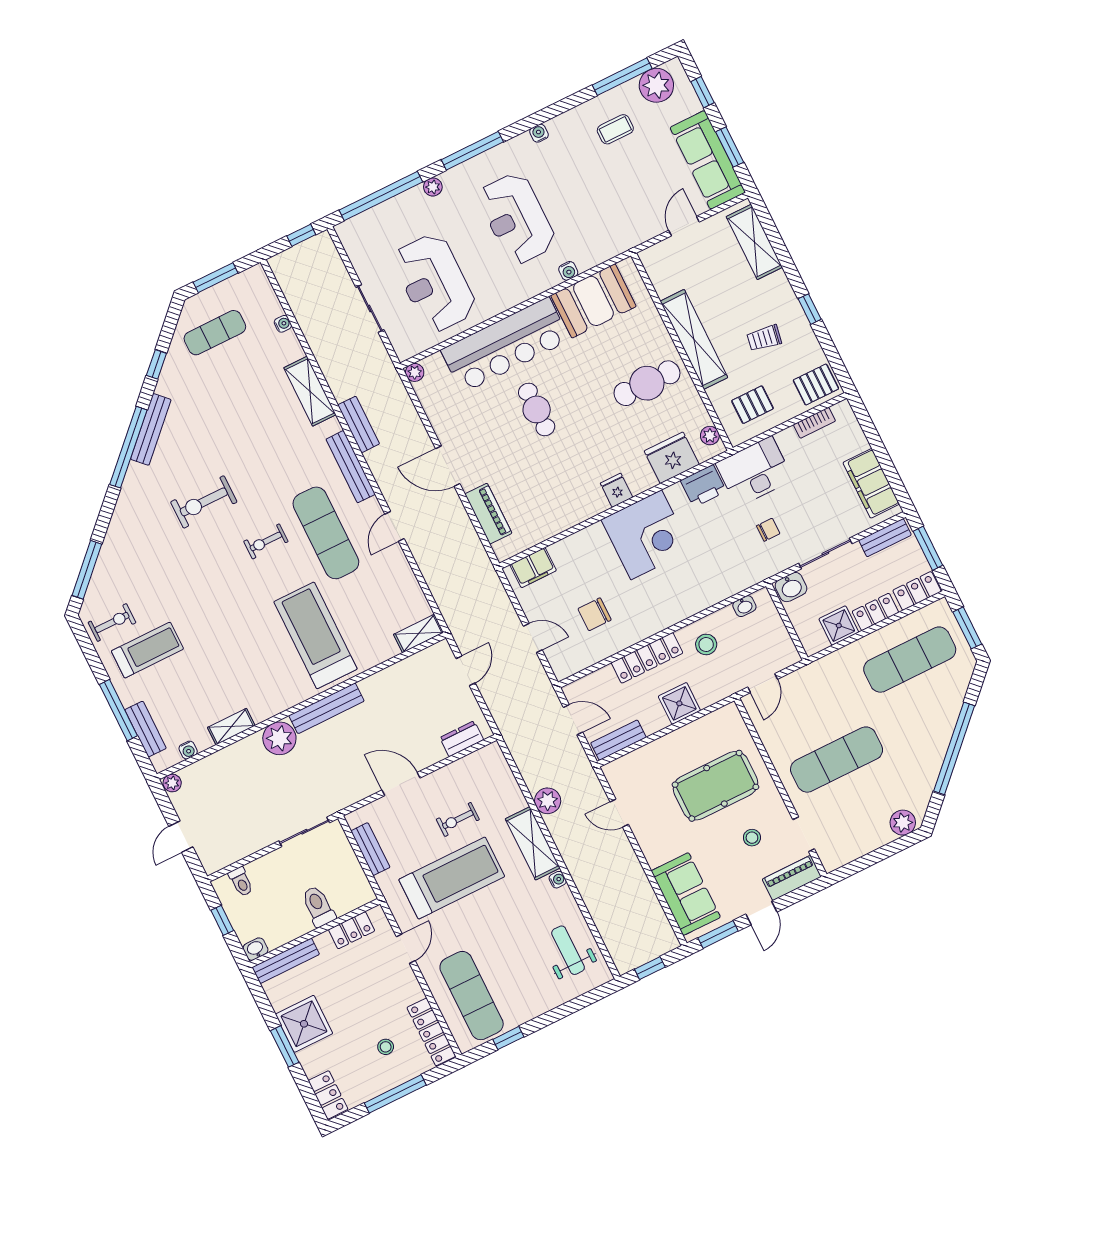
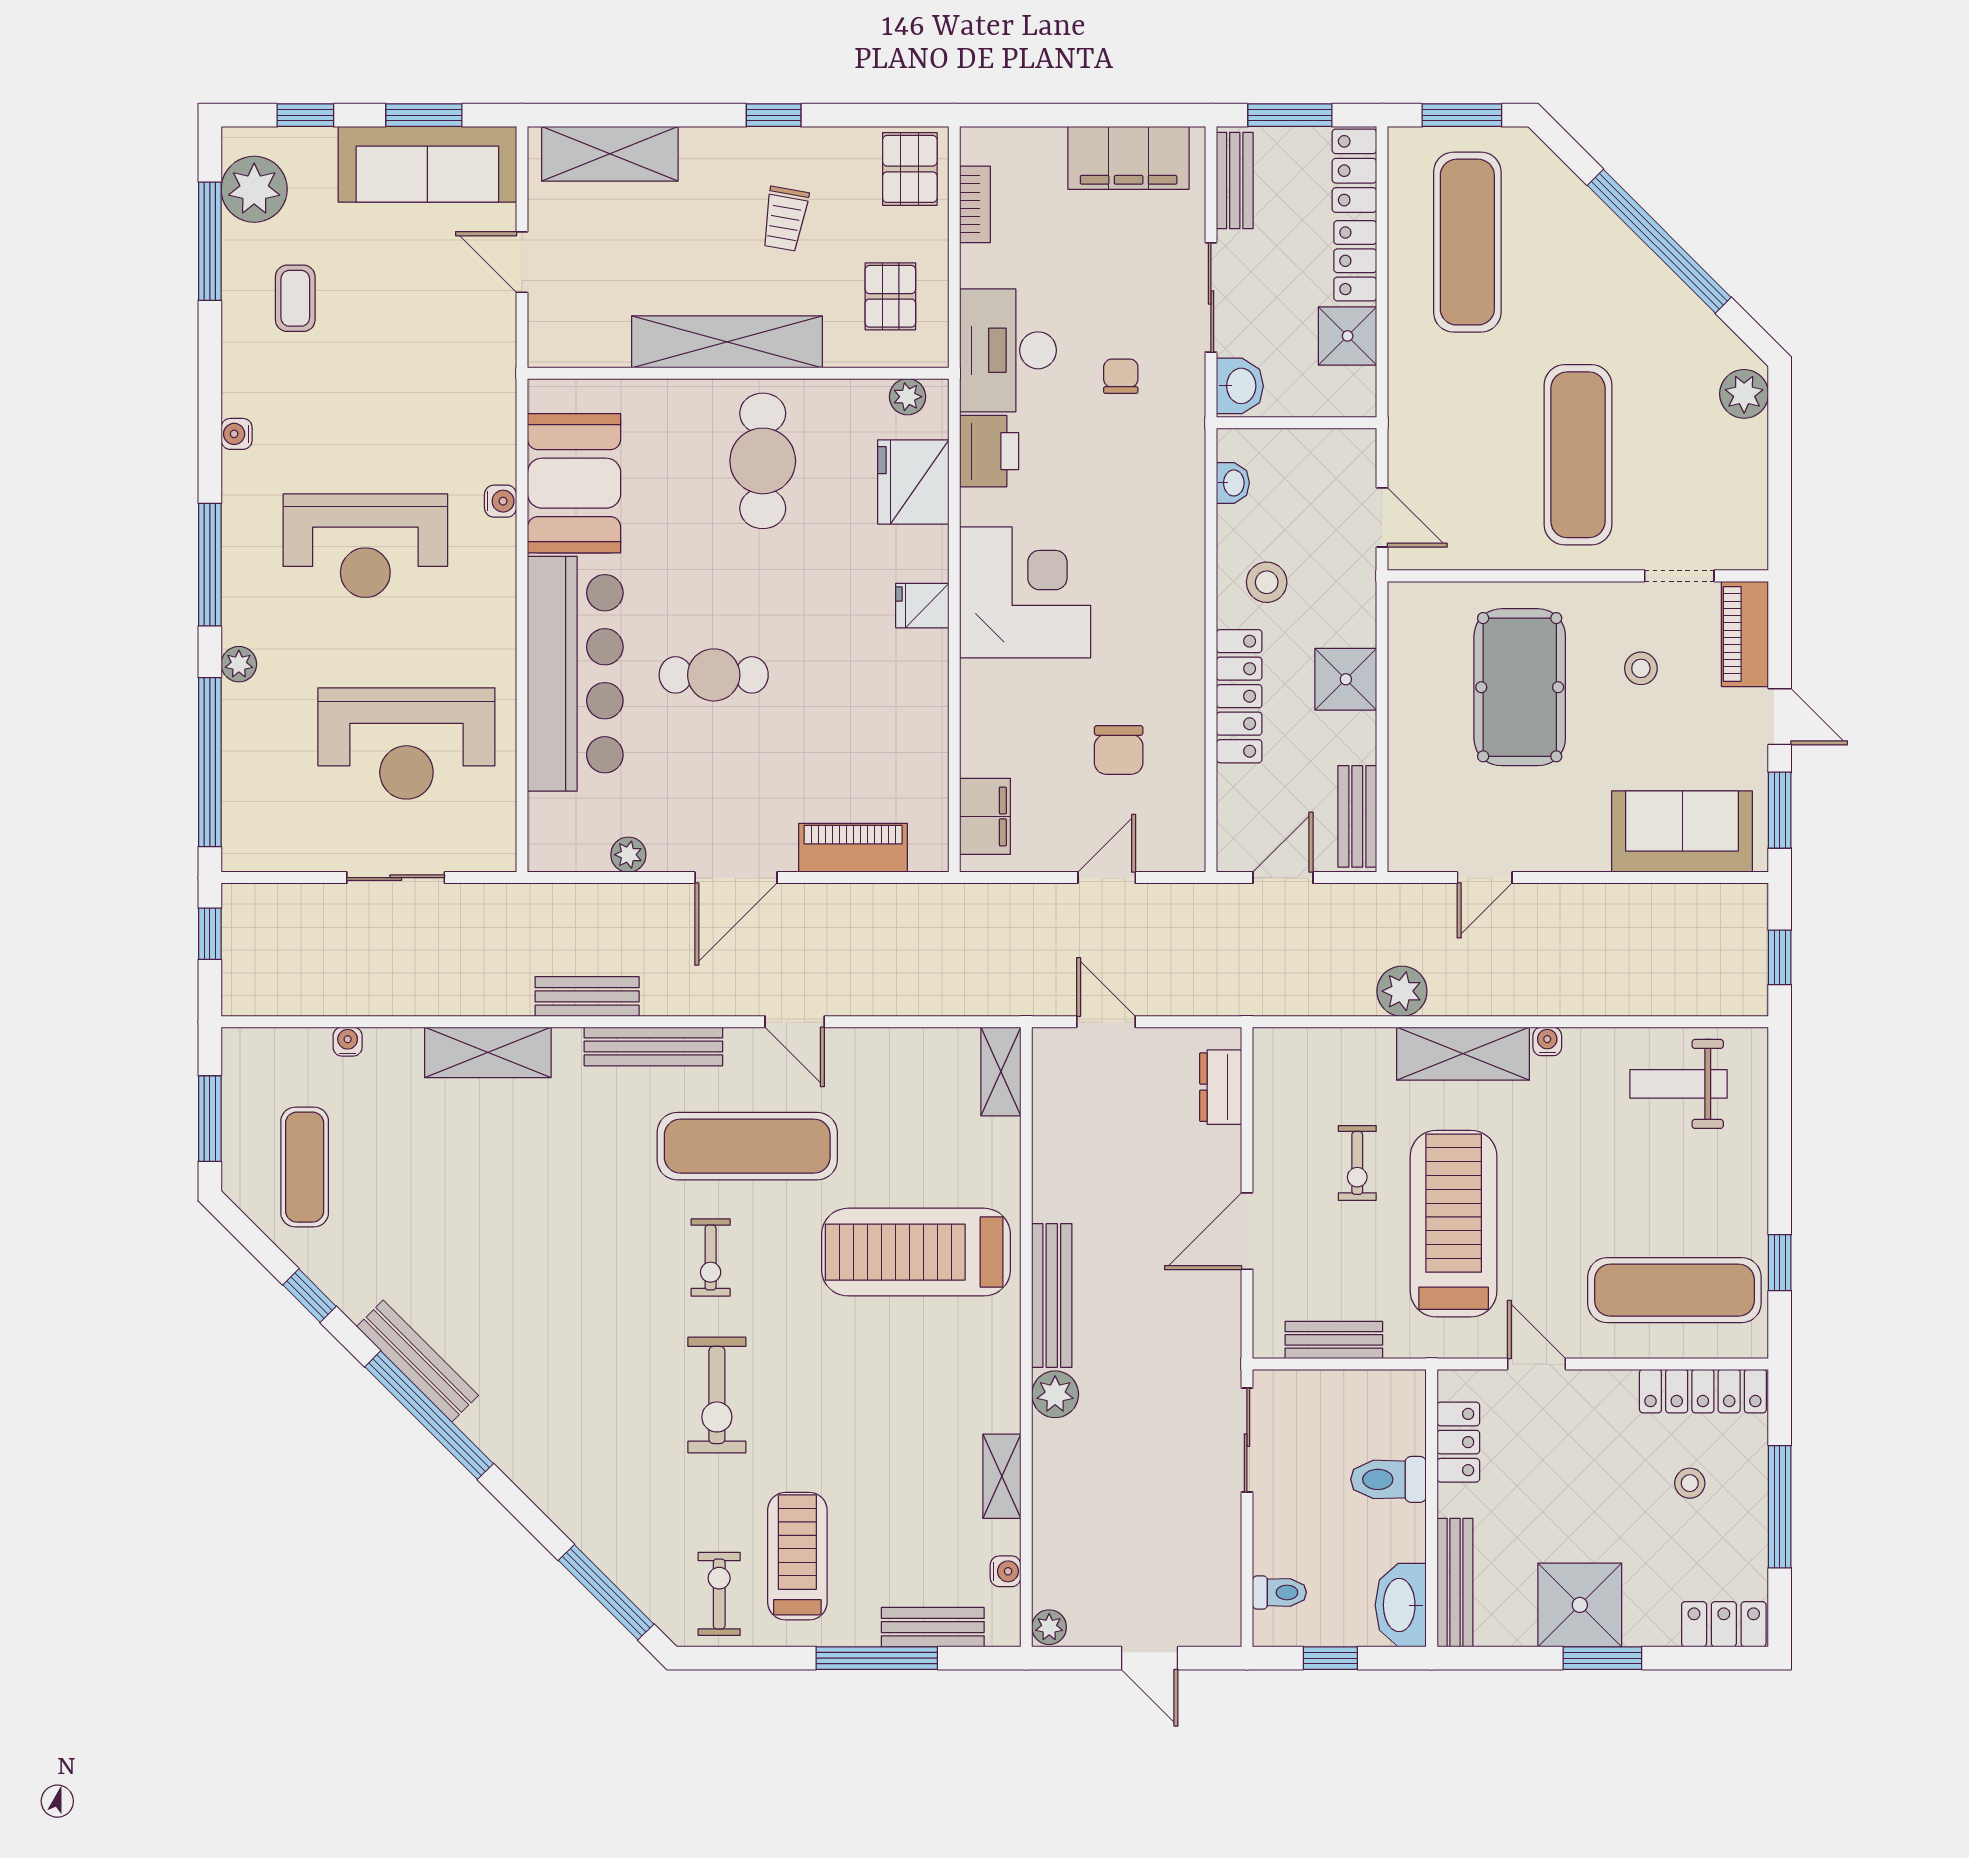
plant: (415, 372) -> (628, 855), moved
exercise bike: (204, 502) -> (717, 1395), moved
plant: (279, 738) -> (1055, 1394), width x0.73, depth x0.73
washbasin: (255, 949) -> (1401, 1605), width x1.91, depth x1.45

